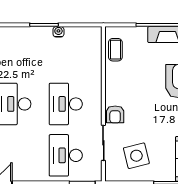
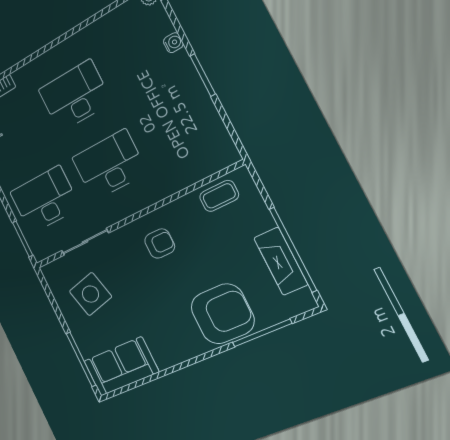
water cooler: (58, 32) -> (173, 43), moved
armchair: (115, 114) -> (160, 244), moved, turned 180

